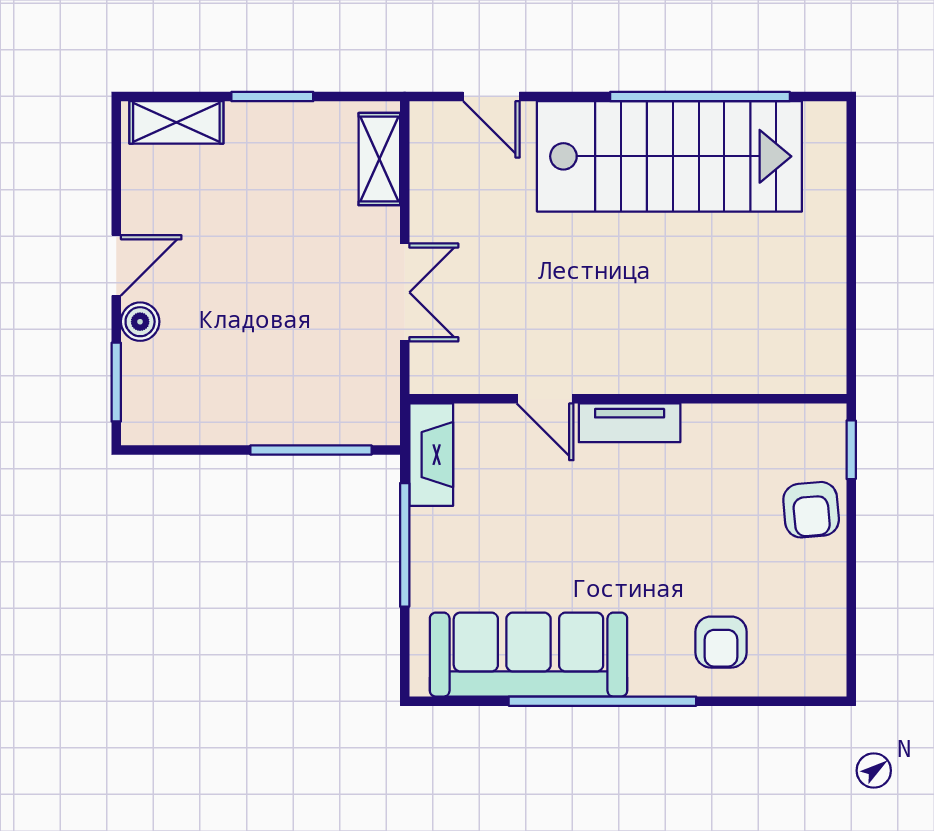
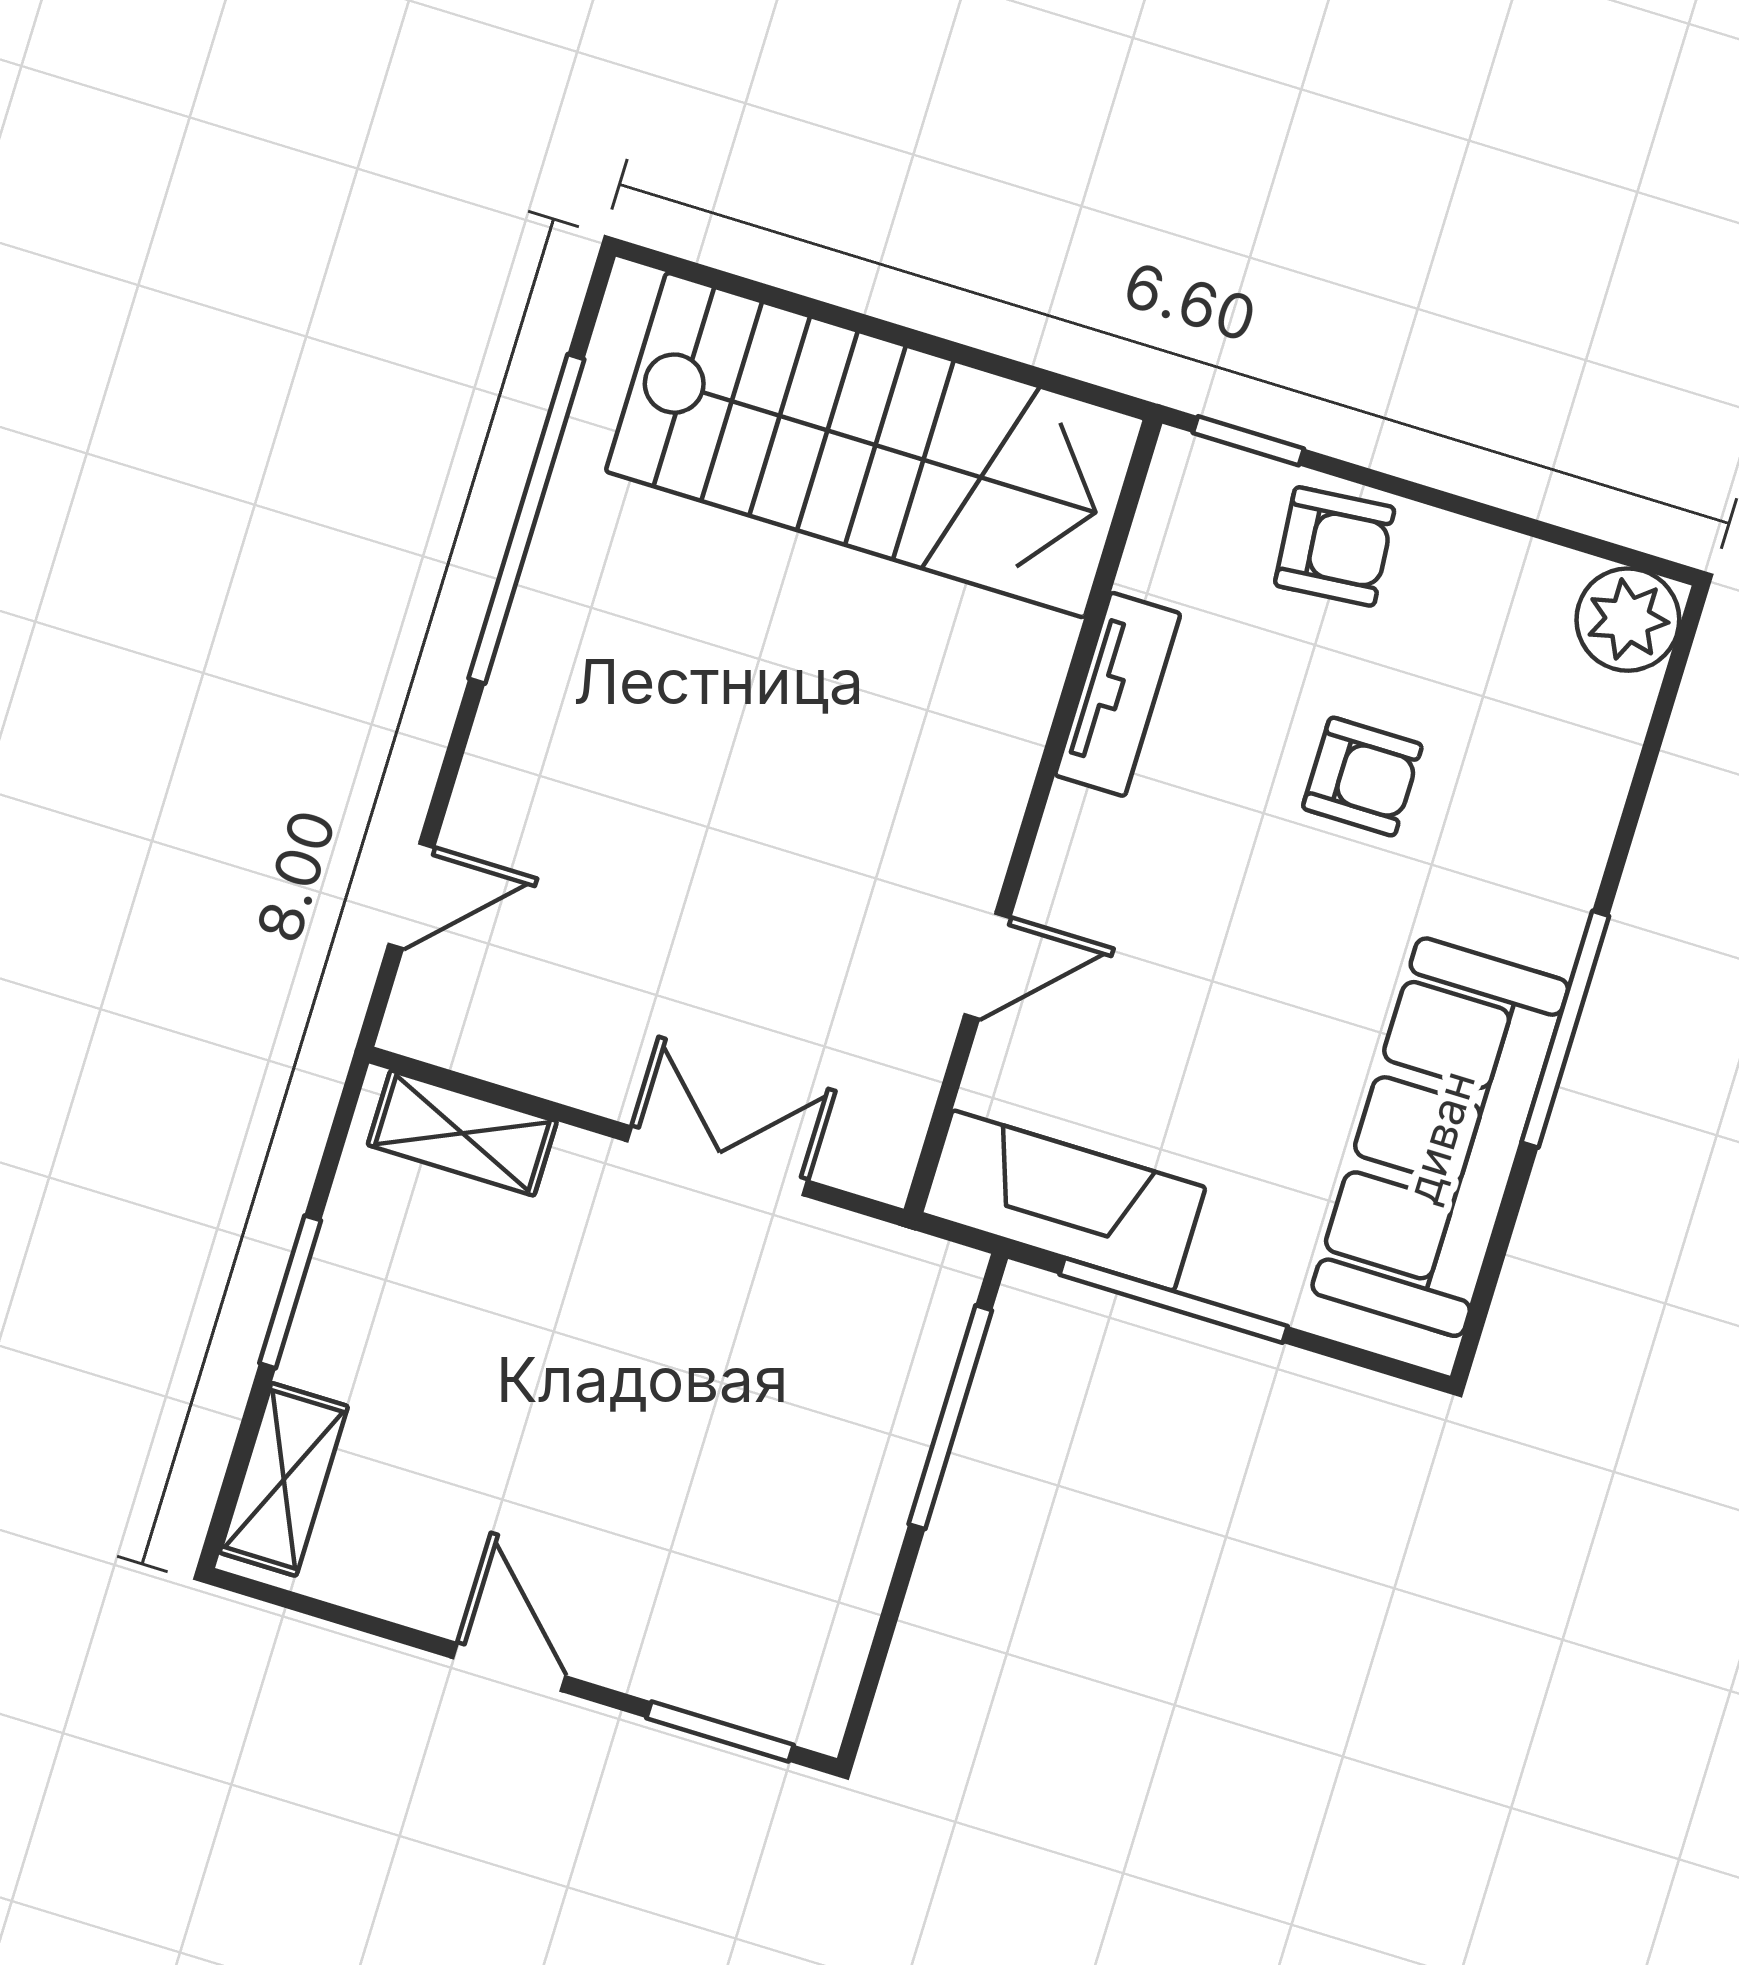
stairs: (669, 156) -> (875, 445), moved, turned 90
boiler: (140, 322) -> (624, 1655), removed
tv unit: (630, 423) -> (1118, 694), moved
fireplace: (431, 455) -> (1063, 1200), width x1.37, depth x1.32
armchair: (721, 642) -> (1362, 777), moved
plant: (819, 669) -> (1628, 620), added
window: (602, 701) -> (1565, 1029), width x0.68

